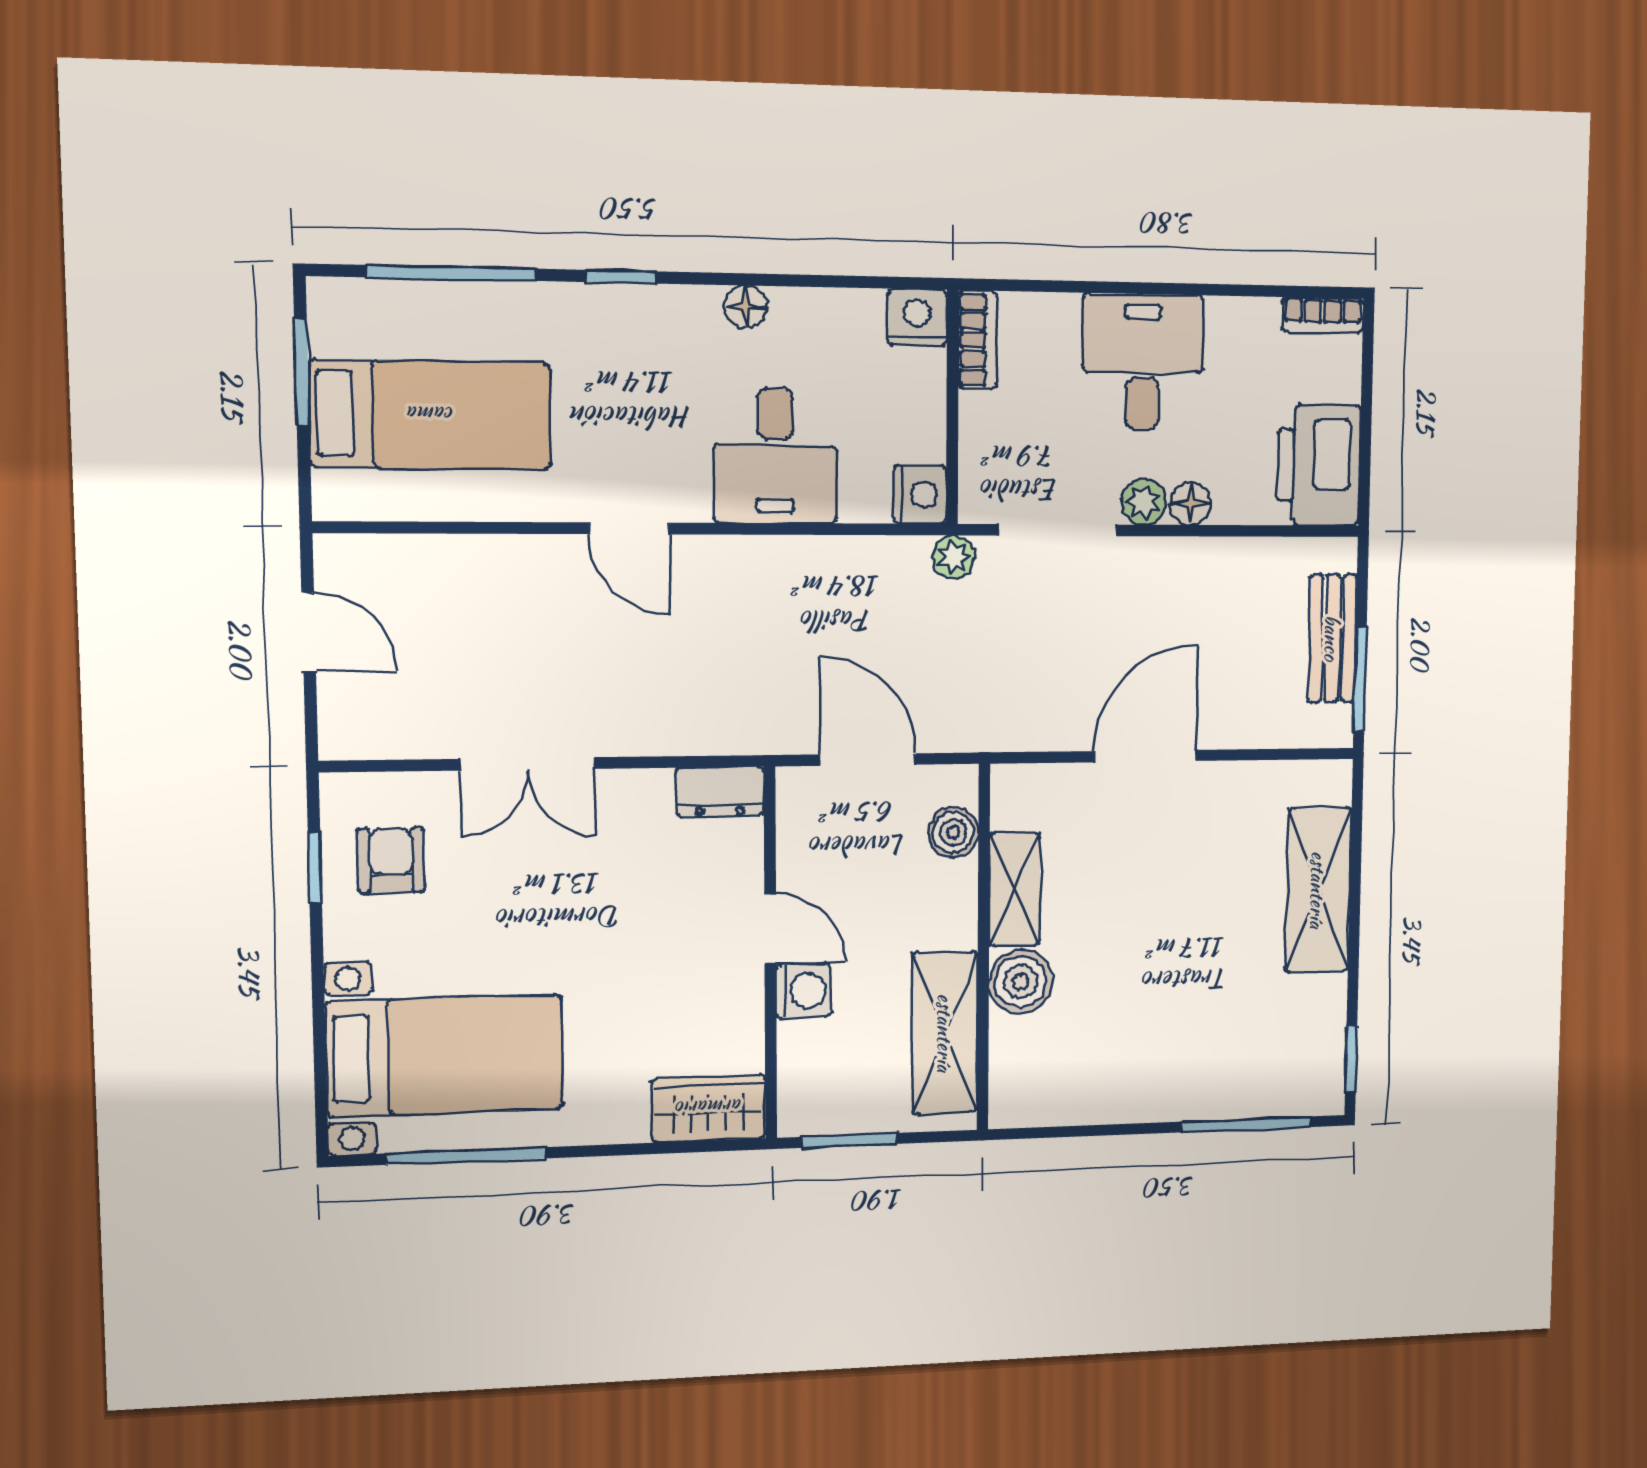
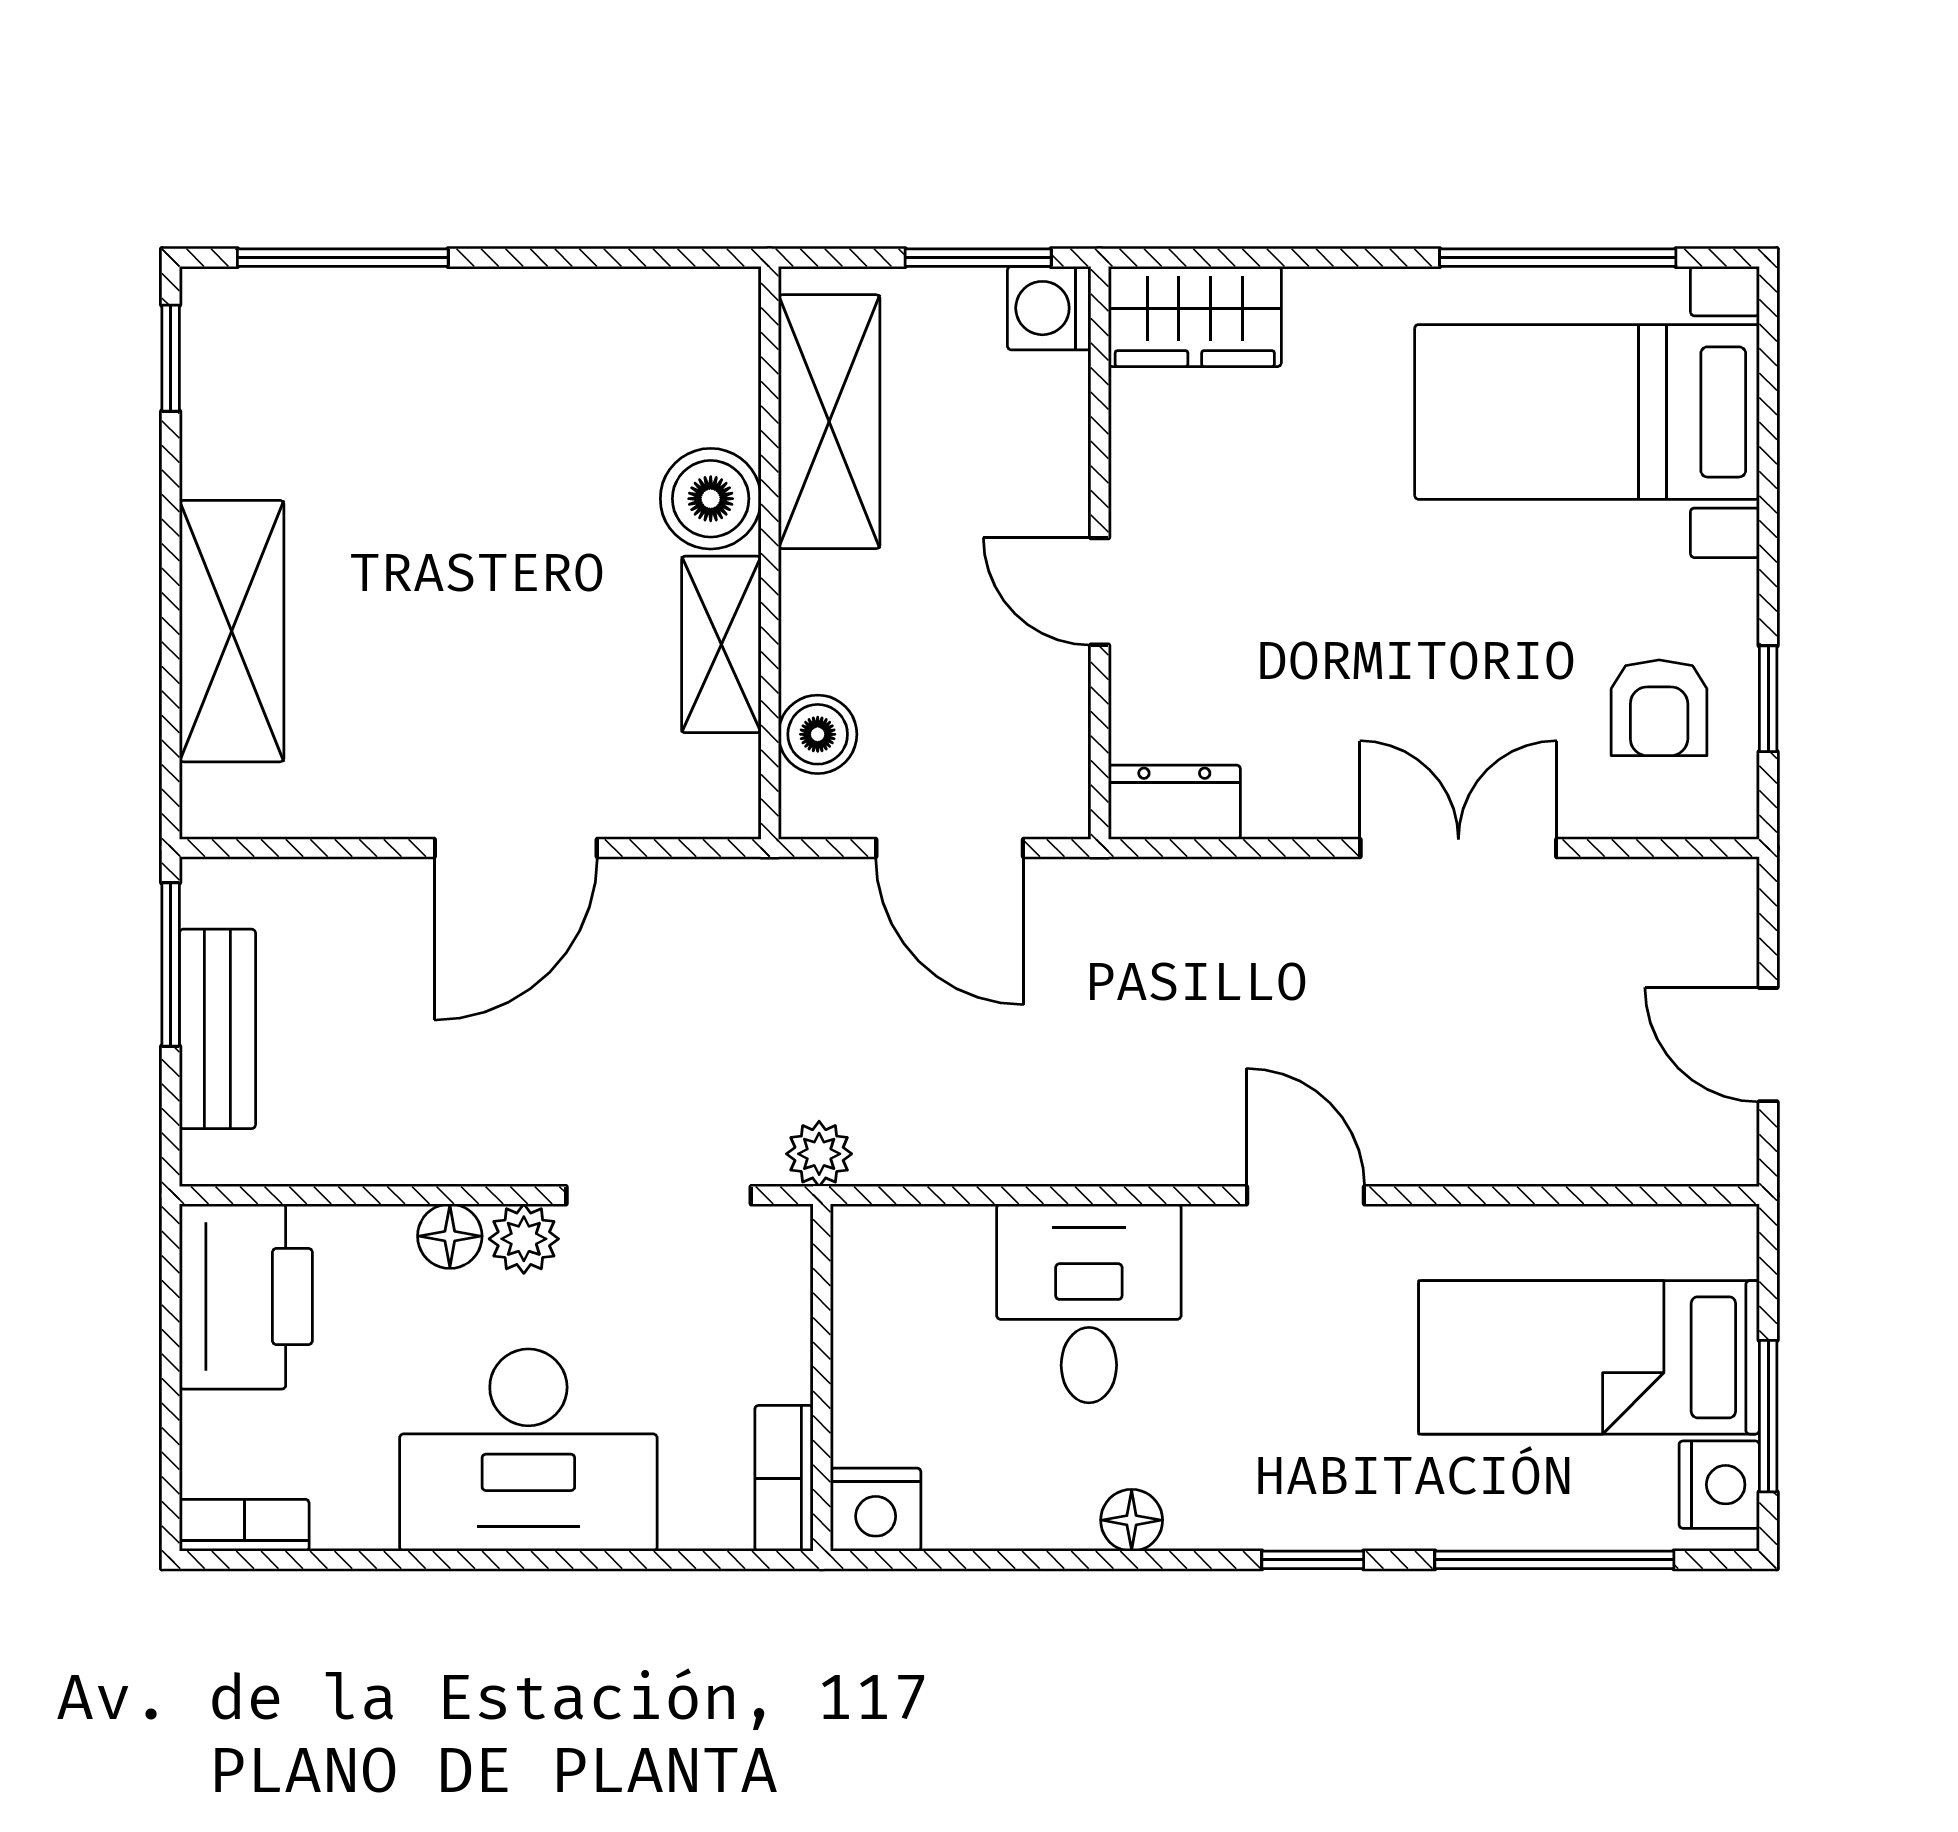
desk: (1143, 362) -> (528, 1450), width x1.37
nightstand: (920, 495) -> (1719, 1485), moved, turned 180
washing machine: (803, 991) -> (1049, 308), moved

